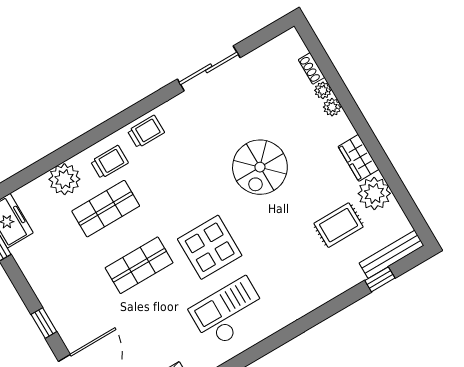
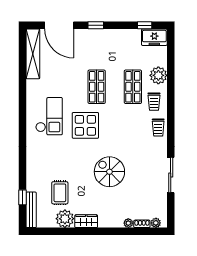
plant: (332, 107) -> (156, 223), moved

